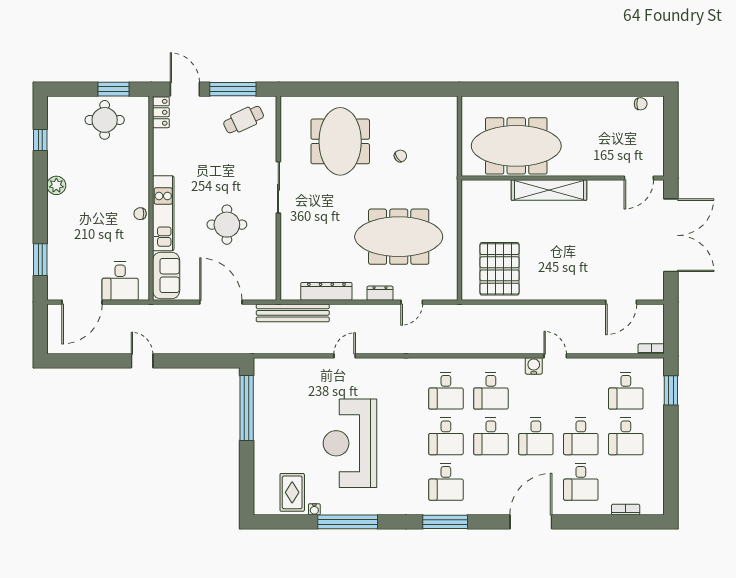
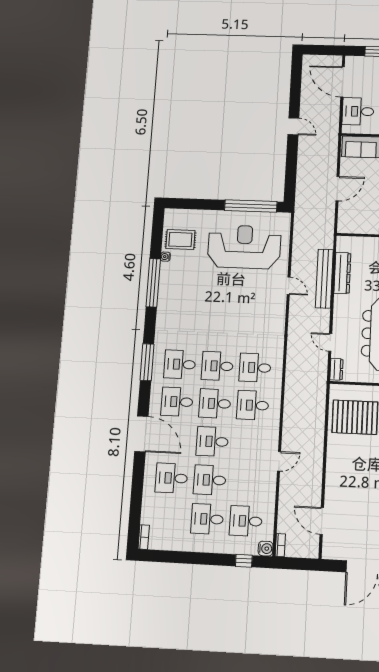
dresser: (380, 293) -> (336, 369), moved
door: (221, 302) -> (337, 189), width x0.73
bench: (293, 313) -> (324, 279), moved
door: (142, 361) -> (293, 126), hinge flipped
water cooler: (534, 366) -> (266, 549), moved
window: (671, 390) -> (244, 561), width x0.67
reception desk: (350, 443) -> (244, 247), moved
desk: (491, 482) -> (177, 402), added
bookcase: (626, 510) -> (144, 537), moved

